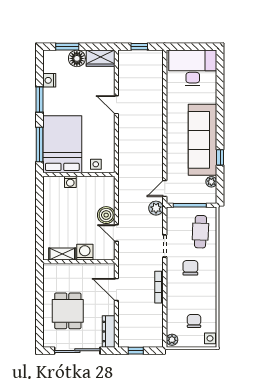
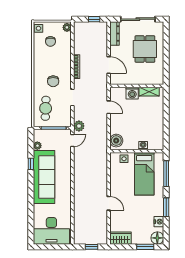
floor lamp: (77, 58) -> (157, 238), moved
bed: (62, 144) -> (144, 174), width x0.67
boiler: (106, 215) -> (116, 141), moved

